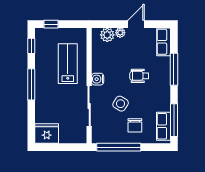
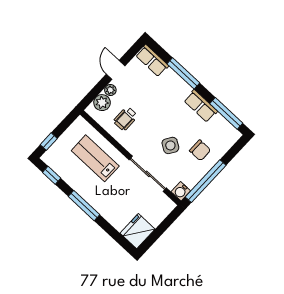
wheelchair: (139, 76) -> (125, 119), moved
water cooler: (98, 79) -> (181, 191), moved
row of seats: (164, 126) -> (201, 106), moved

